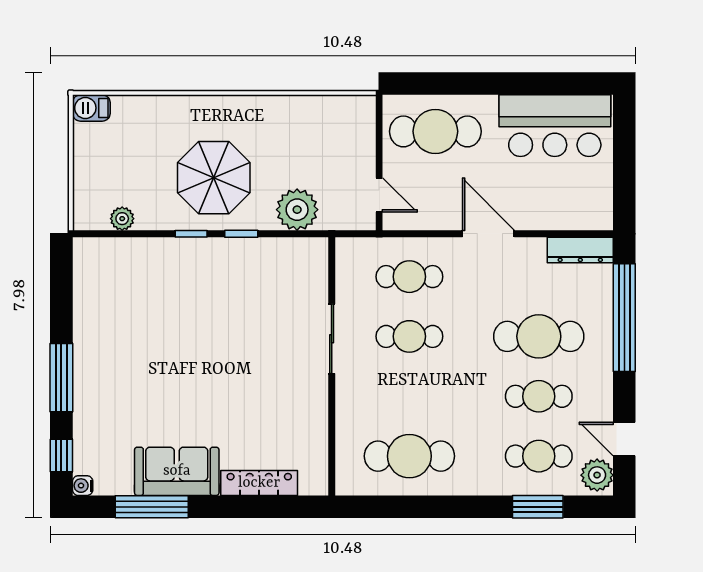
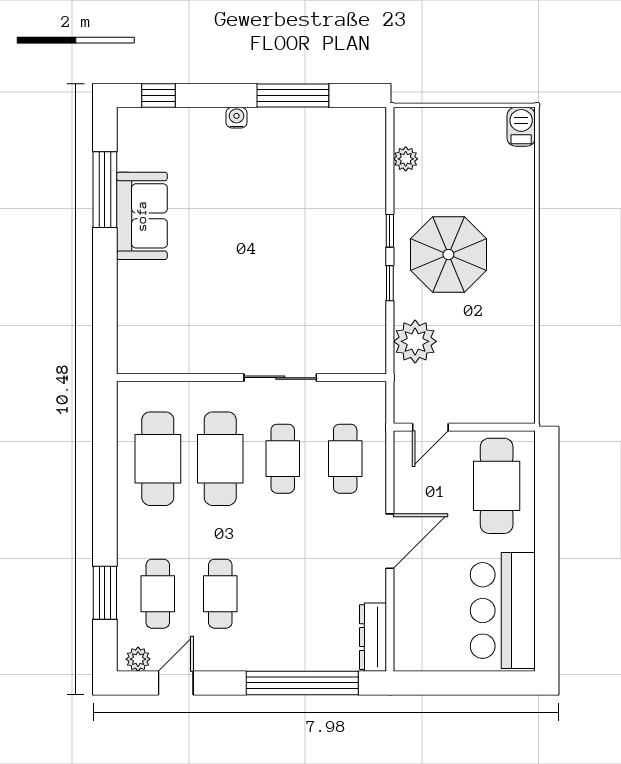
cafe table: (539, 336) -> (220, 459), moved
window: (61, 378) -> (293, 95), moved
plant: (597, 475) -> (138, 659), width x0.73, depth x0.73
locker: (259, 483) -> (130, 302), removed
water cooler: (83, 486) -> (236, 118), moved

